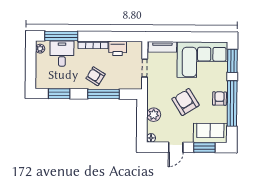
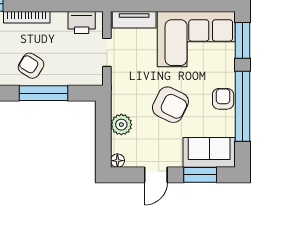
printer: (118, 48) -> (82, 22), moved
armchair: (185, 102) -> (170, 105), turned 148

